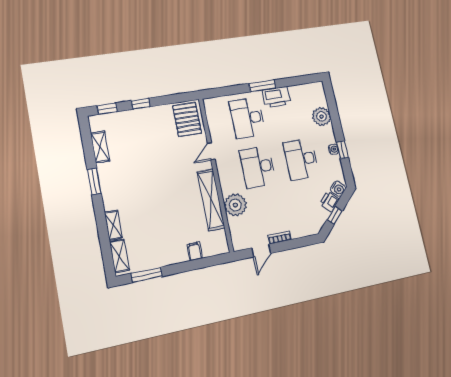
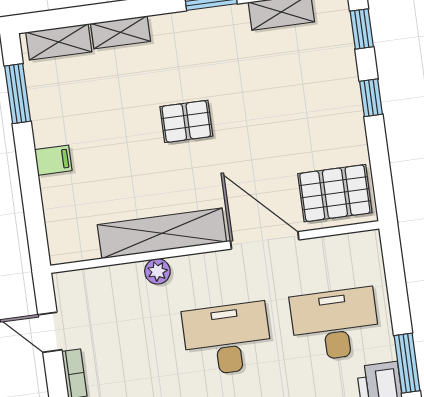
door: (211, 151) -> (265, 240), width x1.88
pallet: (156, 191) -> (186, 121), added
plant: (235, 205) -> (157, 271), width x0.53, depth x0.53
filing cabinet: (195, 251) -> (53, 160), moved

